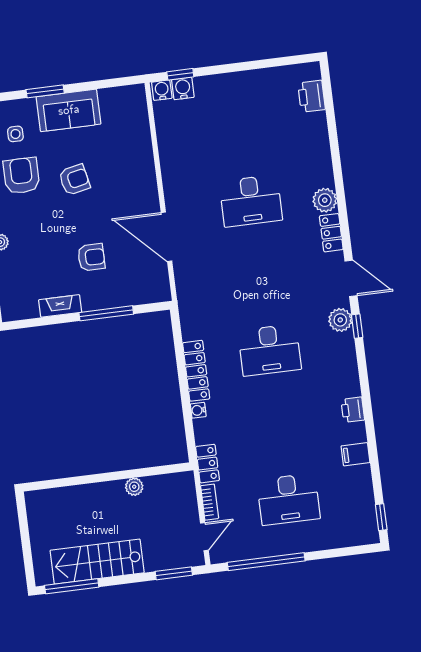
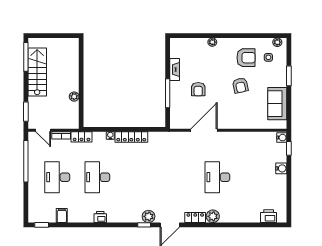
water cooler: (183, 88) -> (281, 168), moved
sofa: (69, 110) -> (277, 104), moved
desk: (270, 350) -> (97, 177), moved
filing cabinet: (355, 454) -> (62, 216), moved

